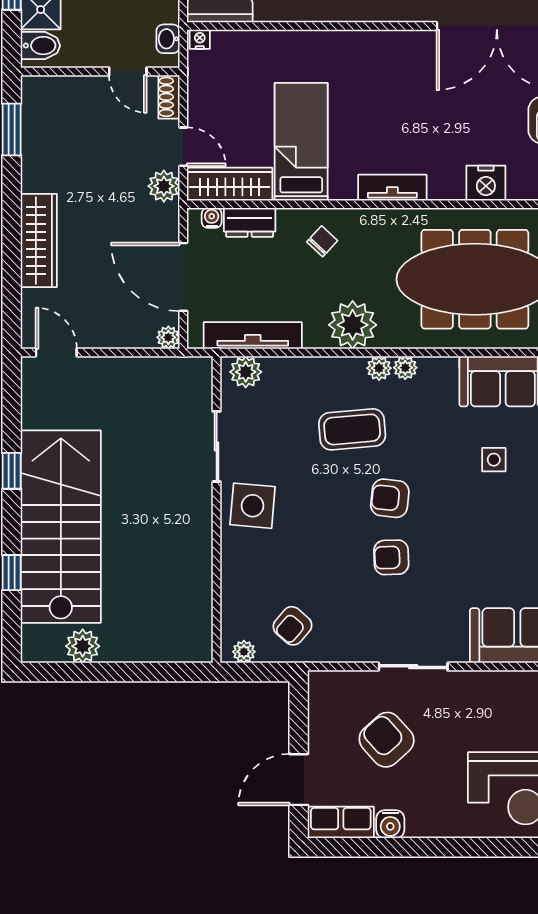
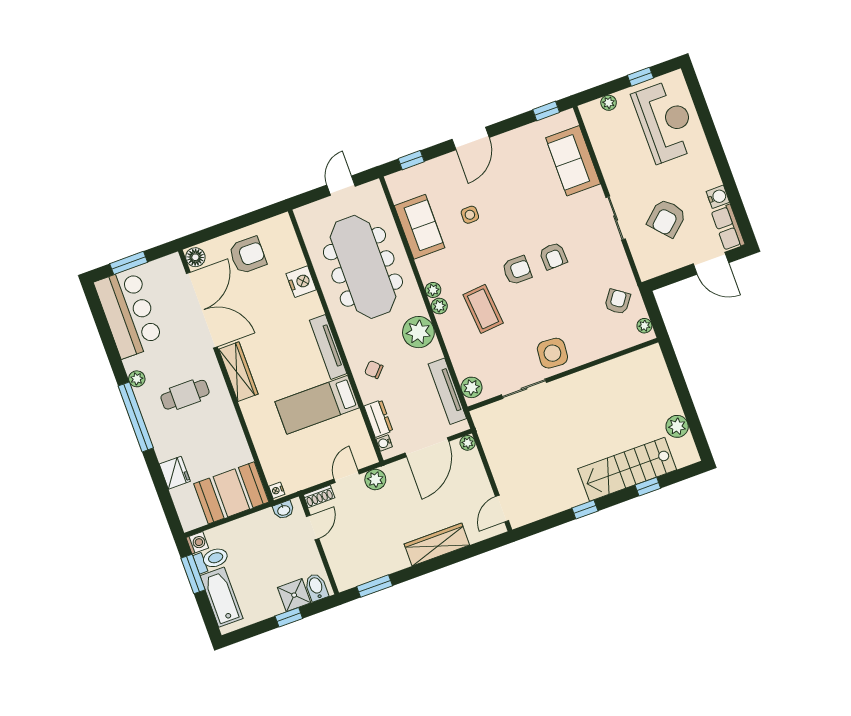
wardrobe: (230, 184) -> (238, 372), moved, turned 180
tv unit: (392, 188) -> (328, 347), width x1.41
armchair: (390, 498) -> (517, 270), turned -96
stairs: (61, 527) -> (627, 469), width x0.73, depth x0.66
armchair: (292, 626) -> (618, 302), turned -95

